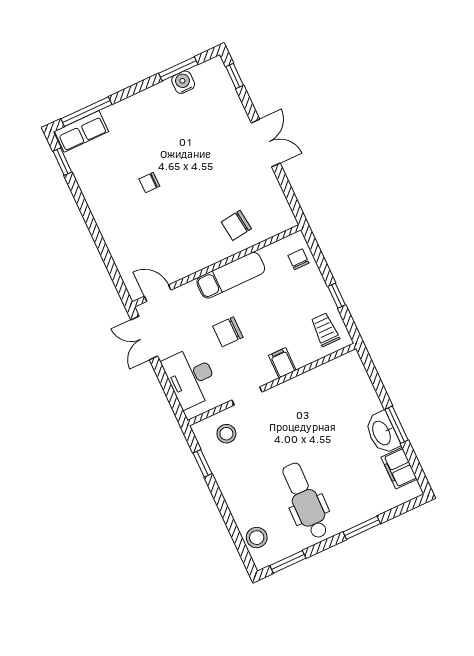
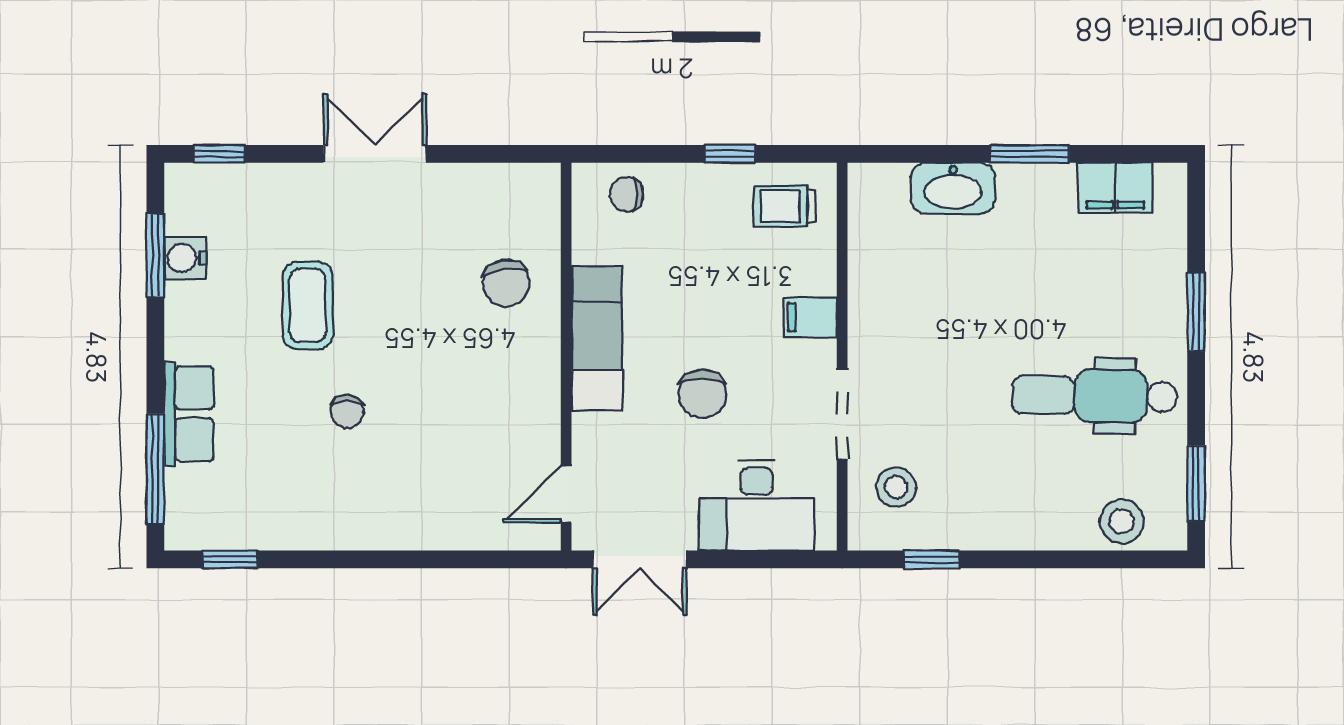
row of seats: (81, 131) -> (189, 414), moved
coffee table: (187, 144) -> (308, 305), added
doorway: (247, 396) -> (842, 414), width x1.38
washbasin: (382, 433) -> (953, 188), moved

